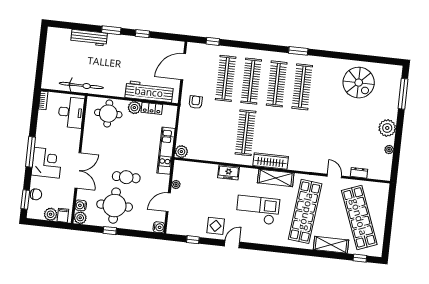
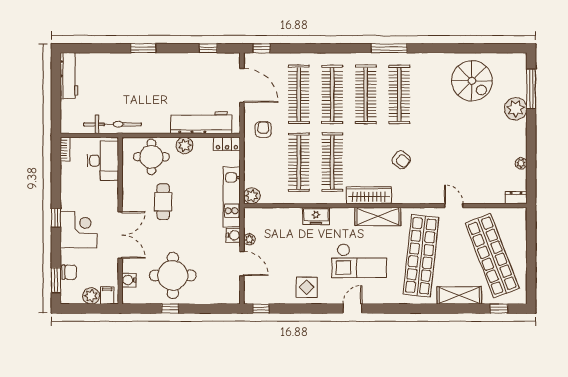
window: (142, 34) -> (208, 48), moved
workbench: (89, 38) -> (69, 76), moved, turned -90
window: (213, 41) -> (262, 48), moved
window: (298, 51) -> (389, 48), width x1.44
door: (183, 67) -> (242, 85), swing flipped
locker: (152, 108) -> (227, 144), moved
plant: (387, 128) -> (516, 109), moved
clothes rail: (220, 130) -> (299, 162), added
armchair: (298, 137) -> (401, 160), added
window: (30, 152) -> (56, 218), width x0.46
dresser: (359, 173) -> (516, 198), moved
cafe table: (126, 177) -> (163, 202), moved, turned 90
door: (168, 202) -> (242, 263), swing flipped
checkout: (258, 210) -> (359, 261), turned 180
plant: (80, 218) -> (130, 296), removed
water cooler: (159, 227) -> (233, 235), moved
window: (193, 240) -> (261, 308), moved
door: (232, 244) -> (352, 308), moved

